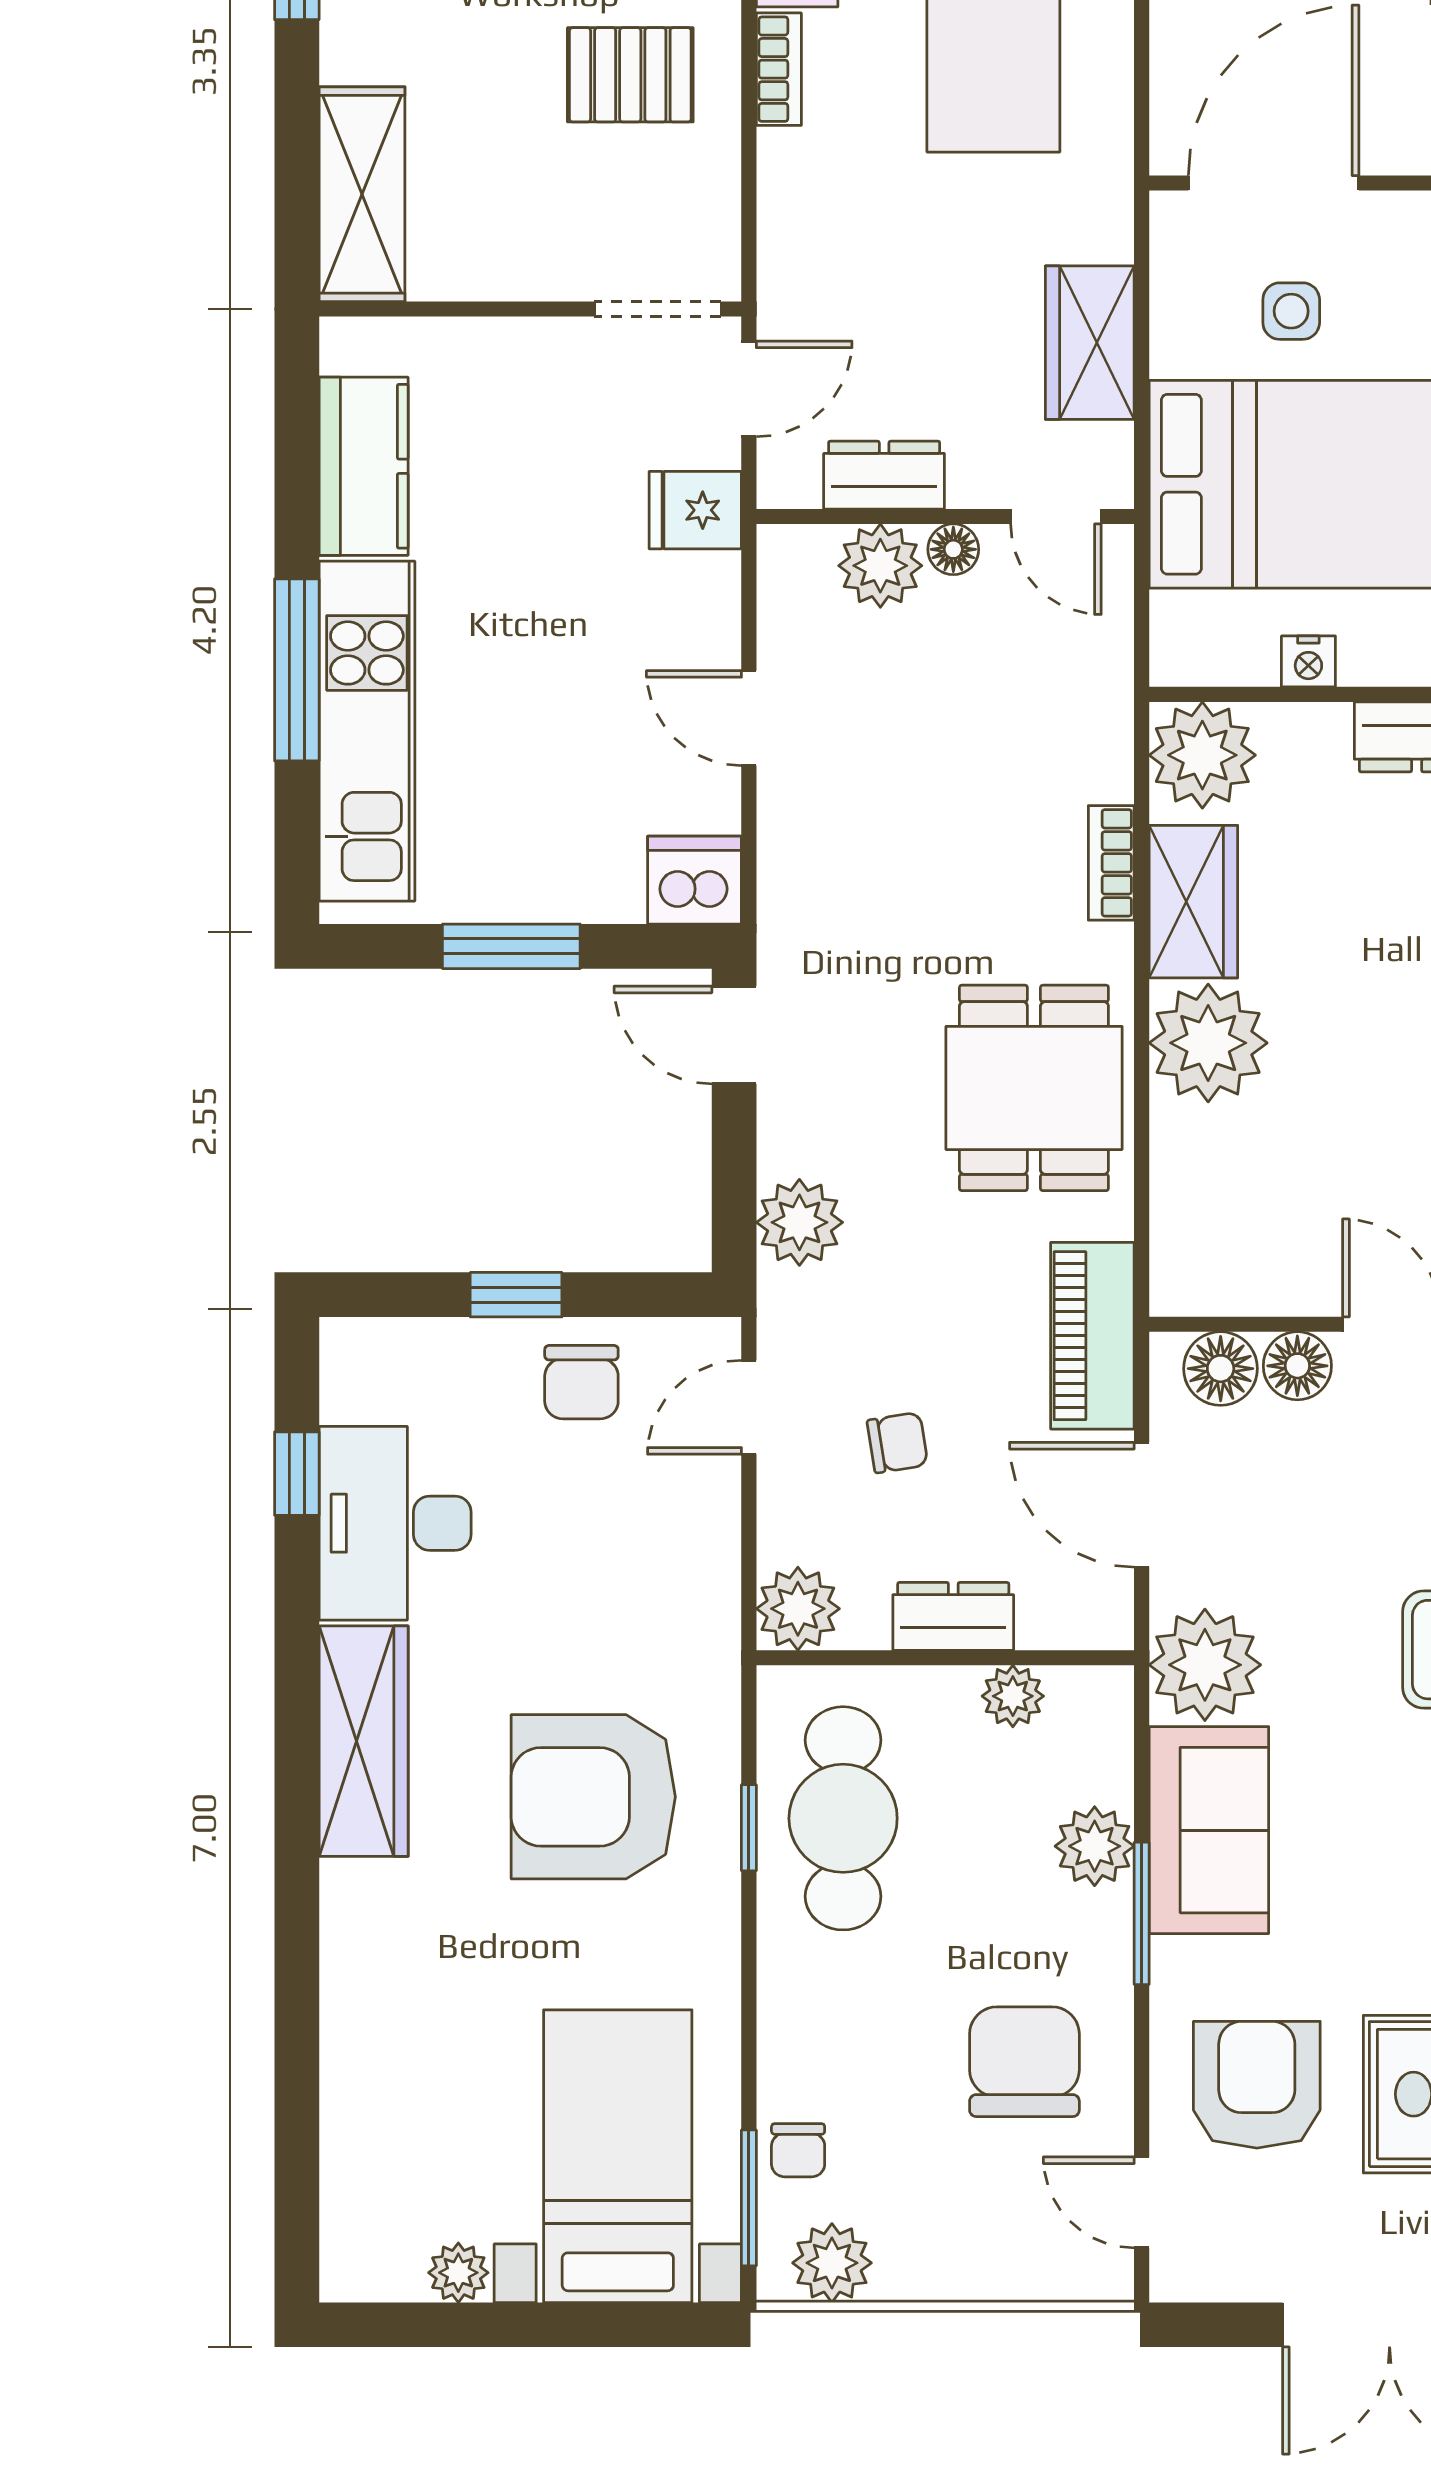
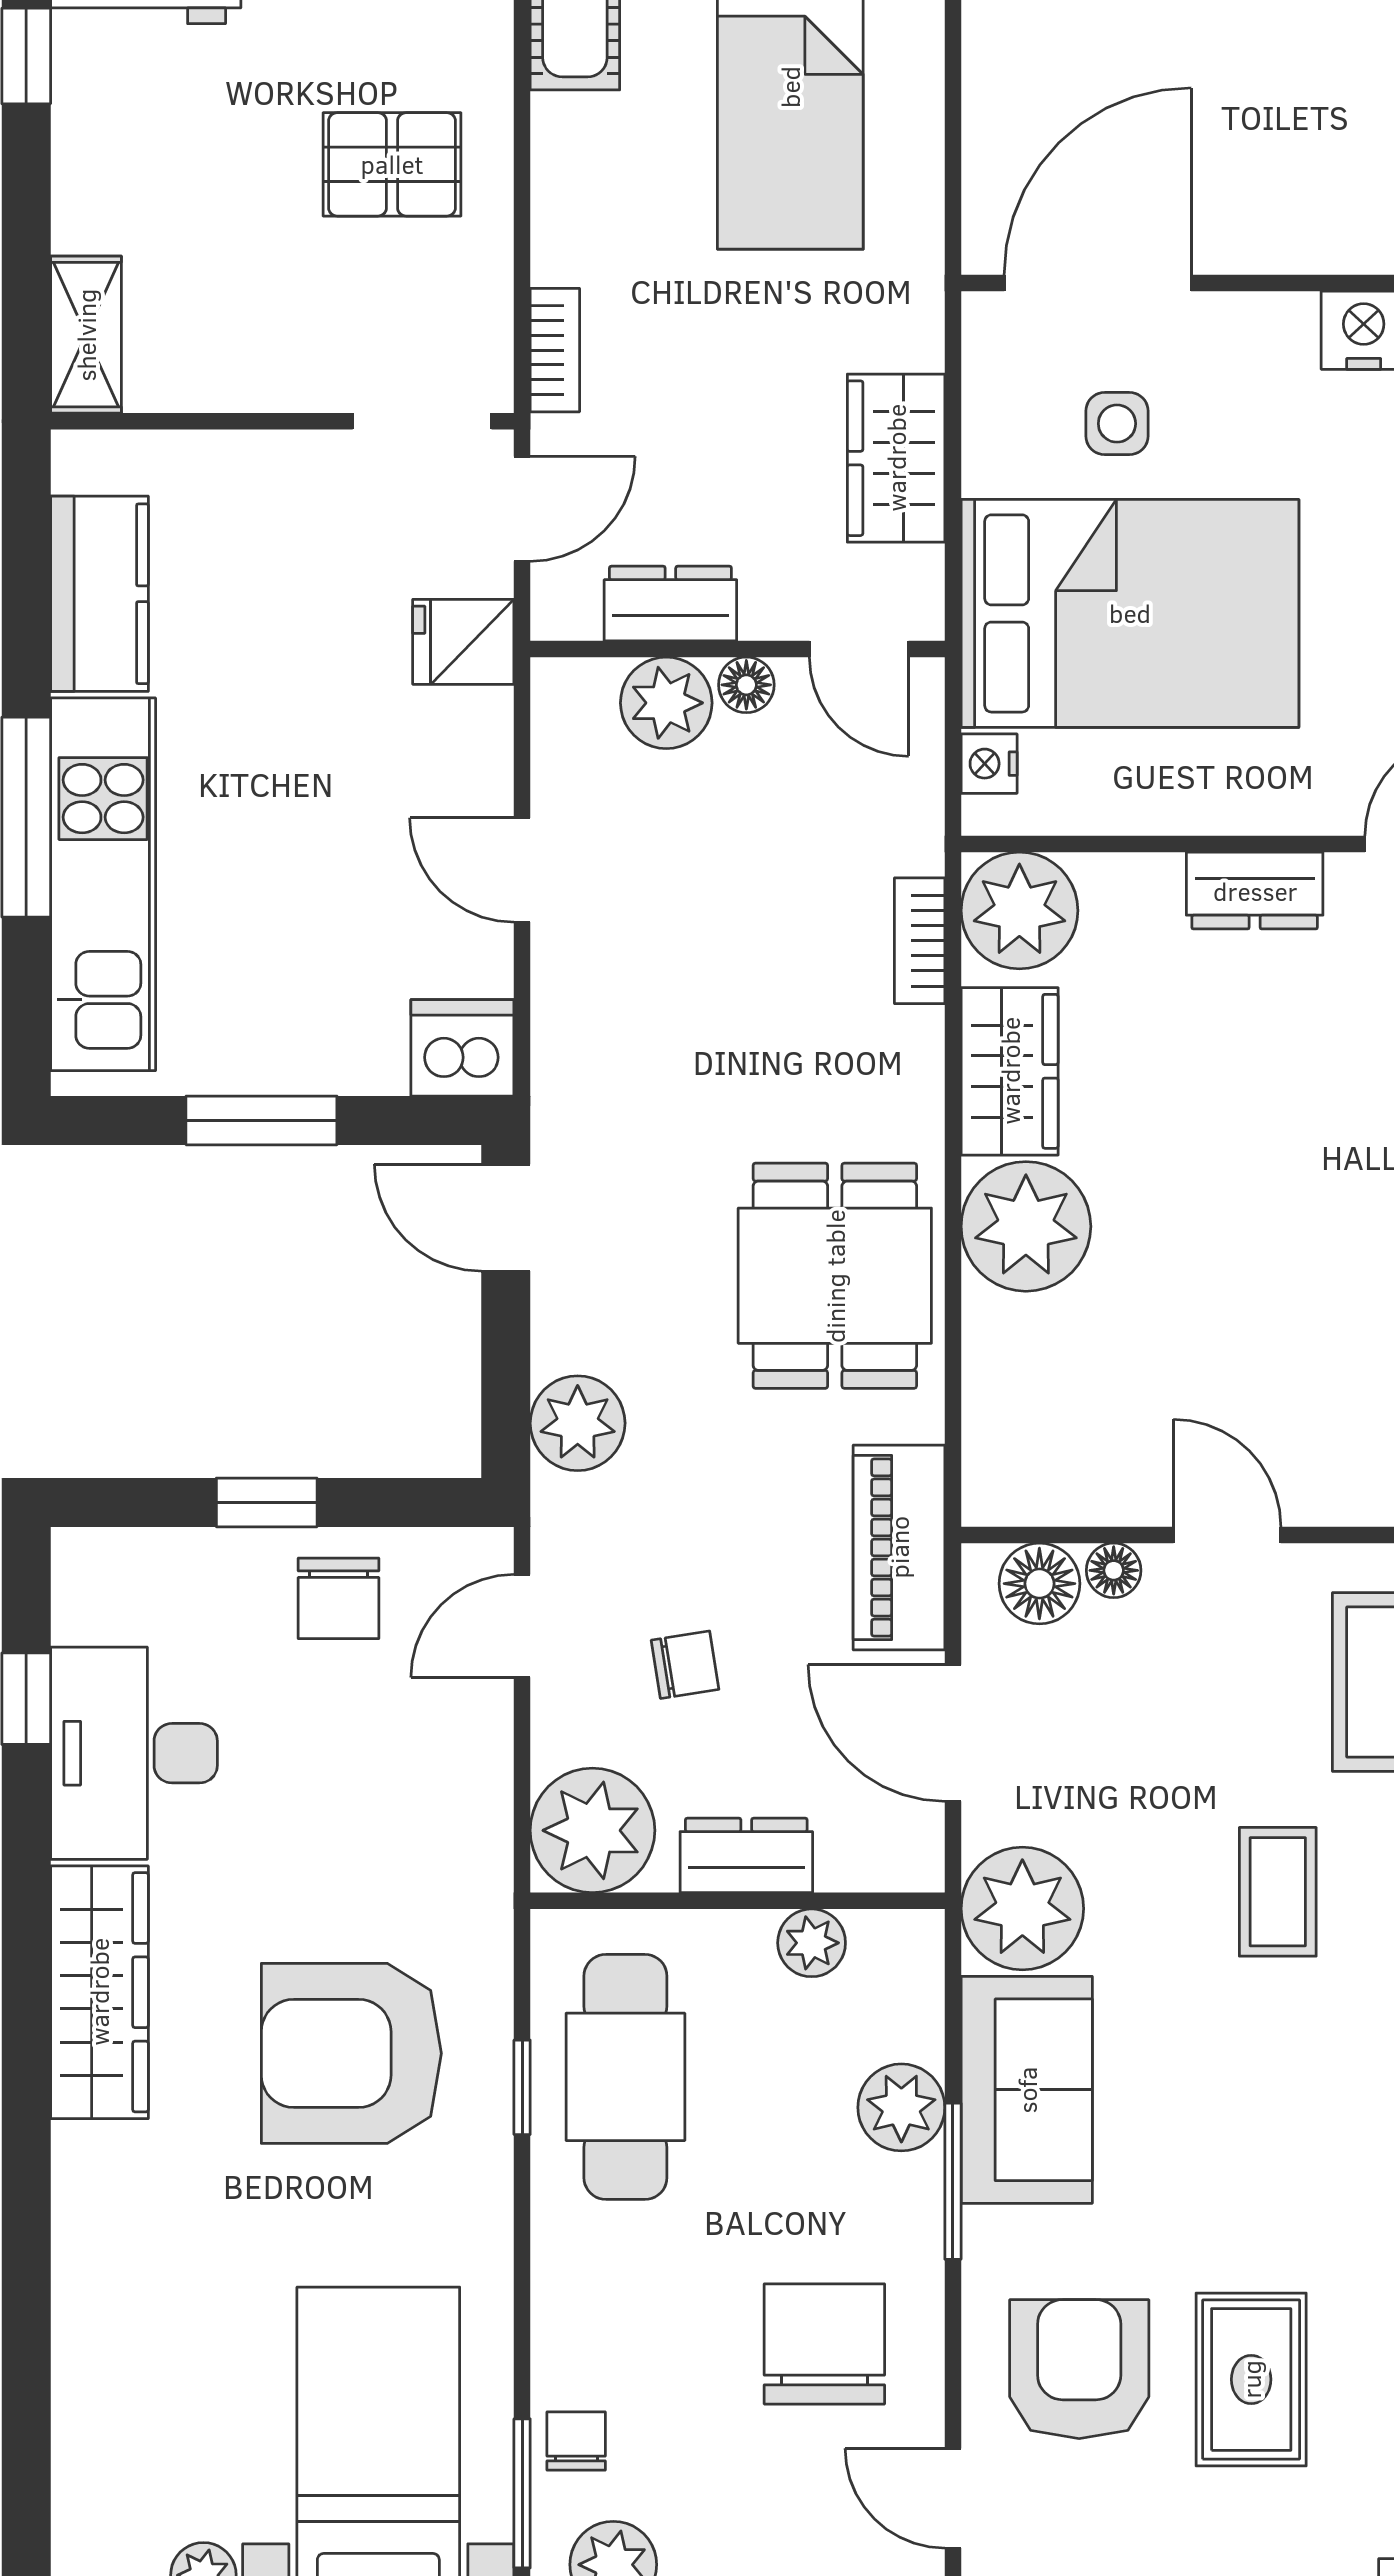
bookcase: (779, 69) -> (555, 350), moved
shelving: (362, 194) -> (86, 335), width x0.67, depth x0.75
nightstand: (1308, 661) -> (989, 764), moved, turned 90
bookcase: (1111, 863) -> (920, 941), moved
floor lamp: (1297, 1366) -> (1114, 1570), width x0.73, depth x0.73
plant: (798, 1609) -> (592, 1830), width x1.36, depth x1.36
chair: (798, 2150) -> (576, 2441), turned 180

